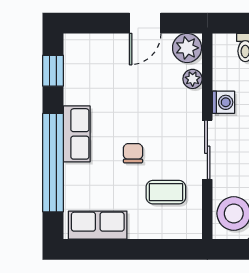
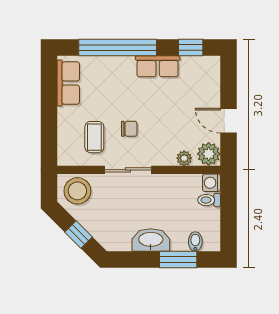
washing machine: (223, 102) -> (211, 183), moved, turned 90
row of seats: (77, 134) -> (158, 66), moved
chair: (133, 153) -> (129, 129), moved

